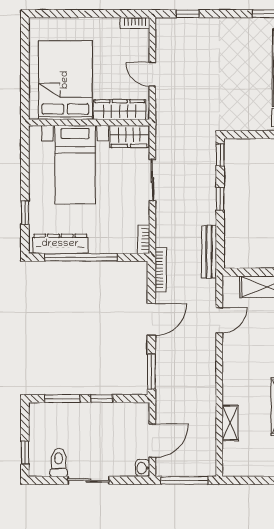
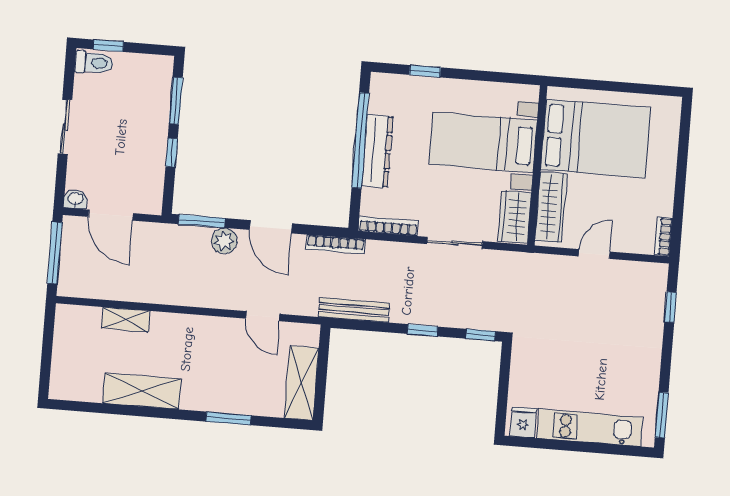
bookcase: (144, 239) -> (388, 226), width x1.56
dresser: (60, 244) -> (377, 151), moved
plant: (165, 354) -> (224, 241), added
toilet: (59, 462) -> (94, 63), moved

